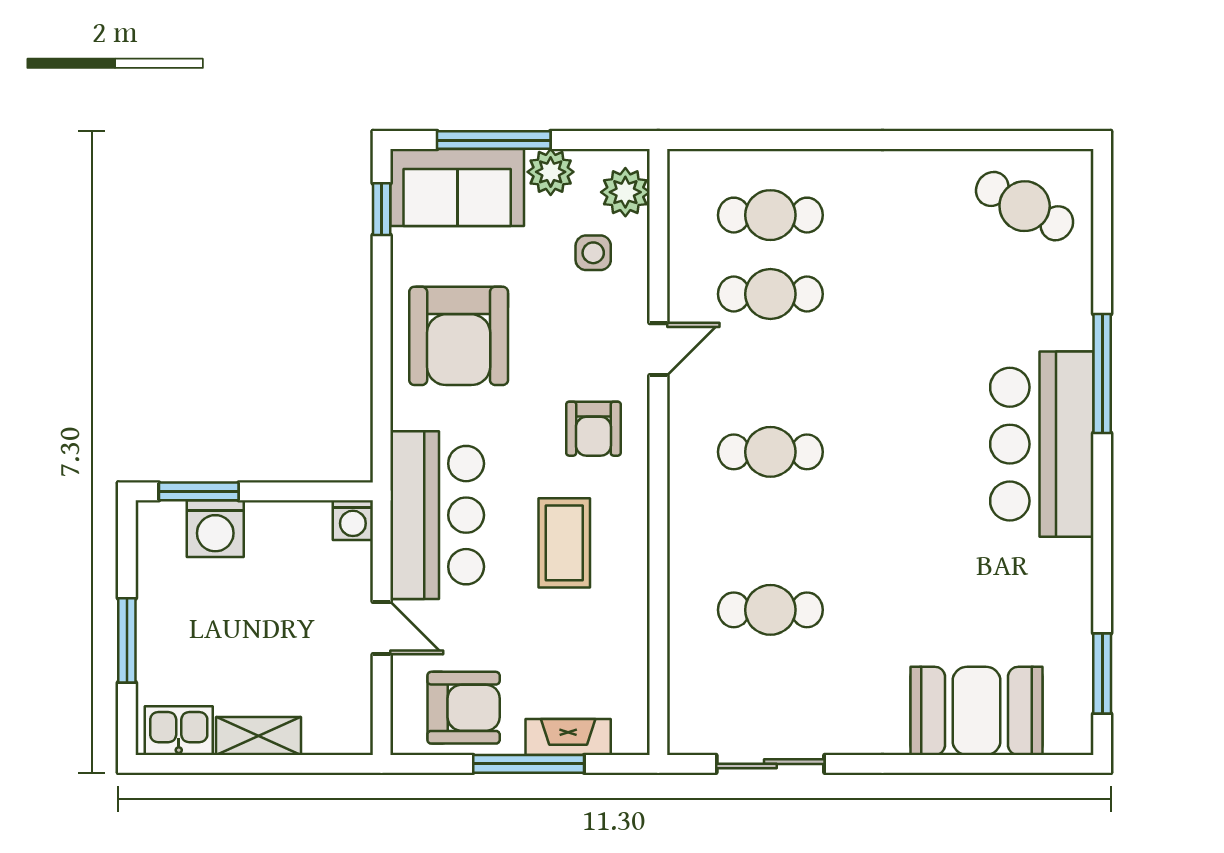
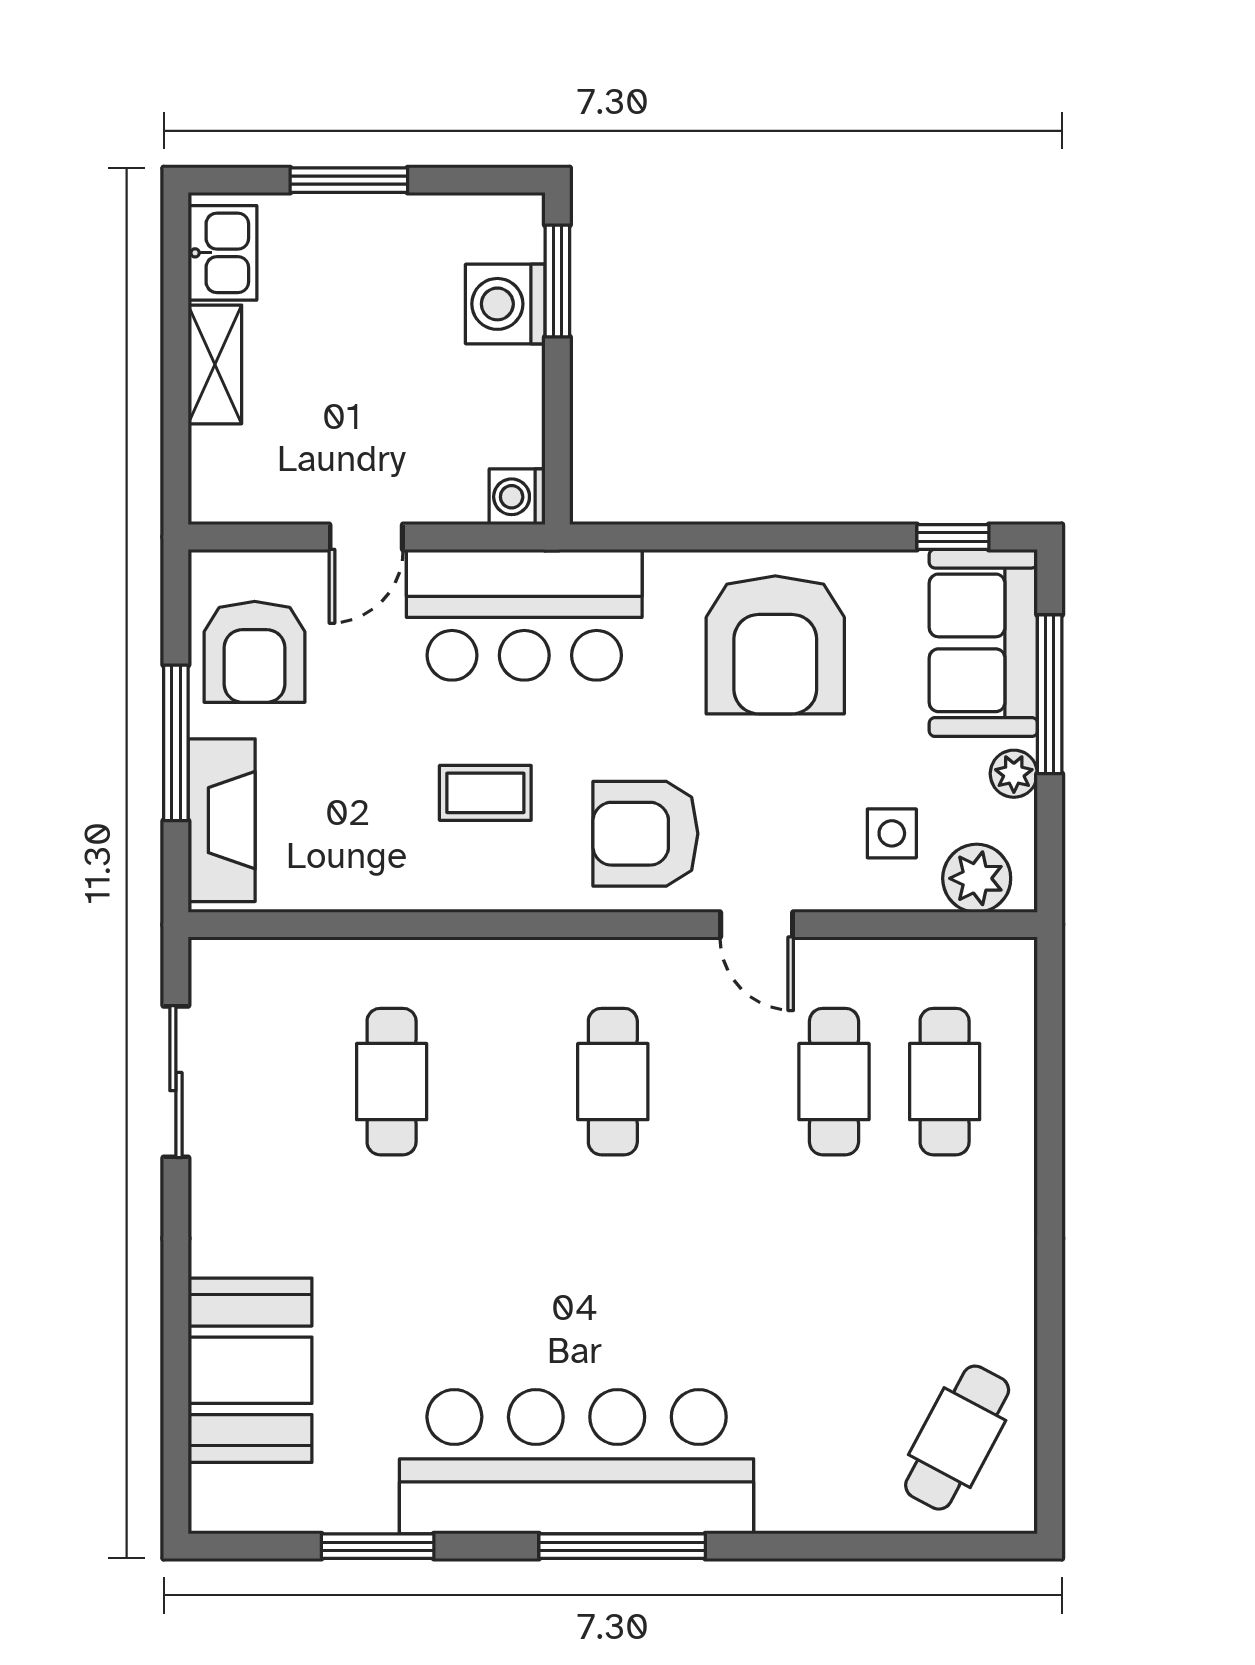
plant: (551, 172) -> (1014, 774), width x0.73, depth x0.73
armchair: (459, 336) -> (775, 645), turned -90
window: (1102, 374) -> (622, 1546), moved
armchair: (593, 429) -> (645, 834), width x1.38, depth x1.38
bar counter: (1042, 444) -> (577, 1462), width x1.36
coffee table: (564, 543) -> (485, 793), width x0.73, depth x0.77
window: (1102, 673) -> (378, 1546), moved
fireplace: (568, 737) -> (222, 820), width x1.37, depth x1.32

